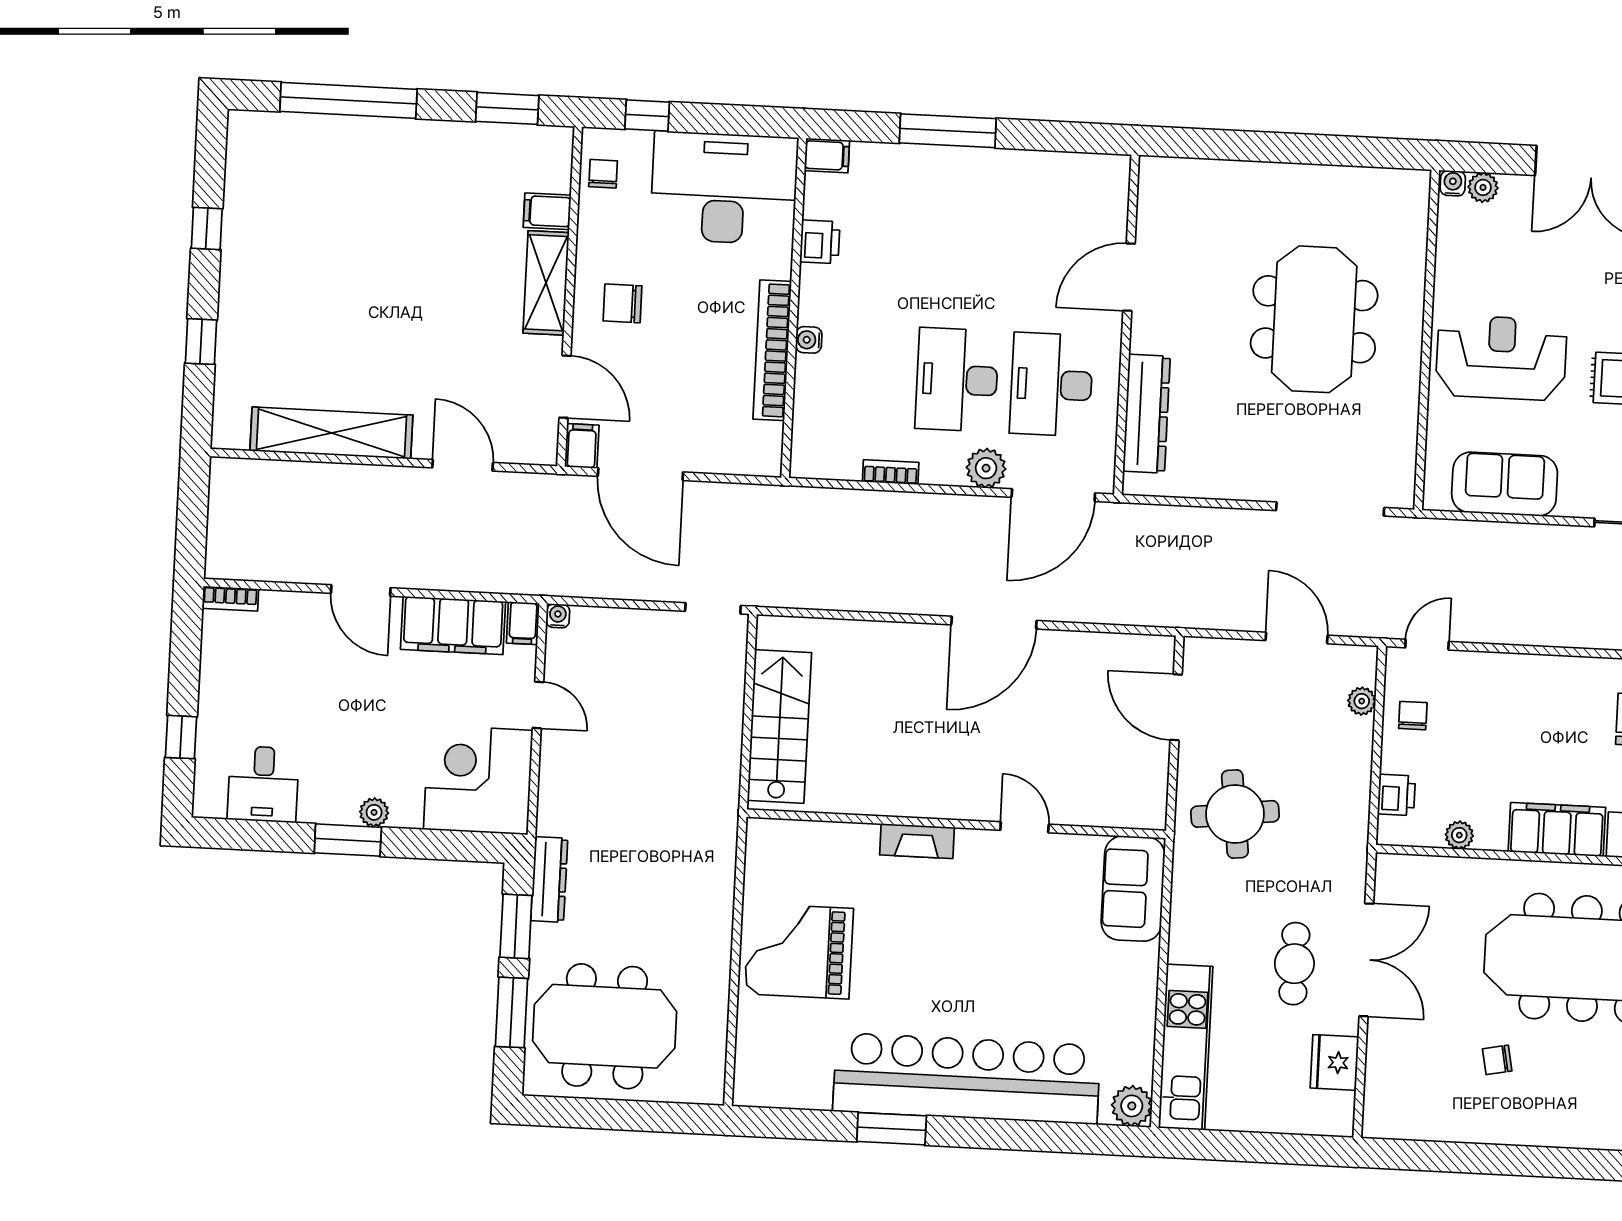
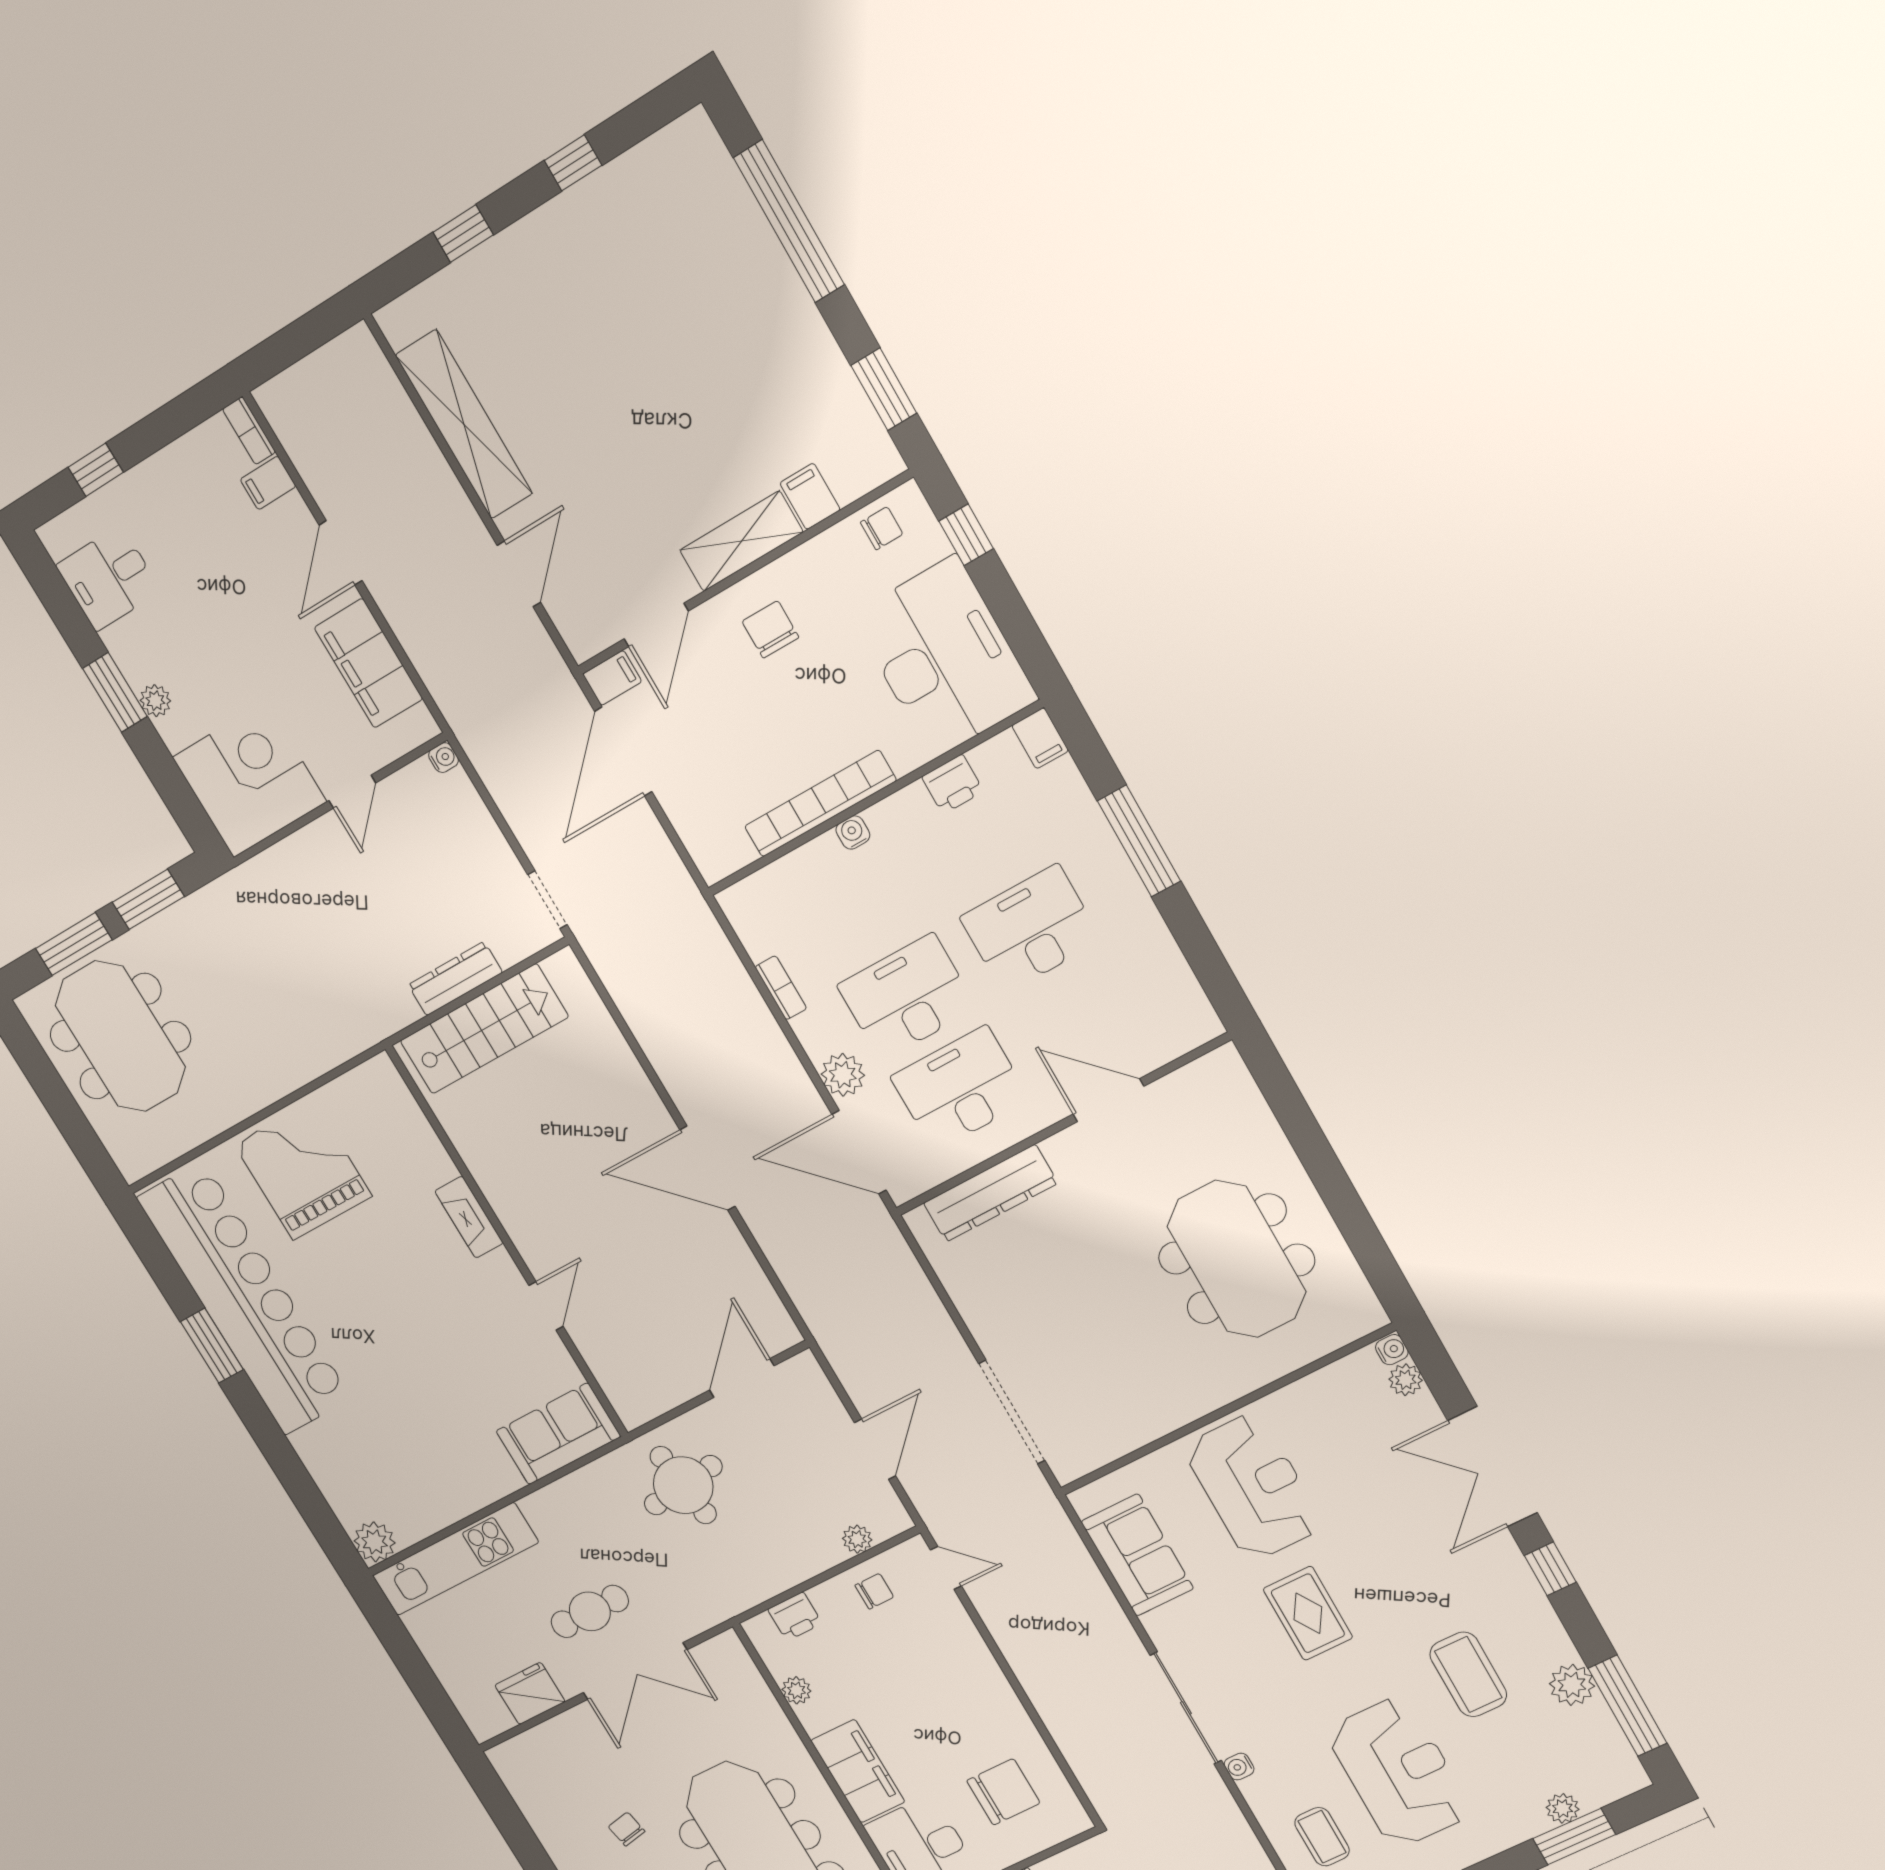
desk: (963, 253) -> (1031, 929), added
meeting table: (1314, 319) -> (1237, 1259), moved, turned 90
filing cabinet: (523, 623) -> (268, 483), moved
dresser: (549, 879) -> (455, 979), moved, turned 180
bar counter: (967, 1078) -> (244, 1299), moved

